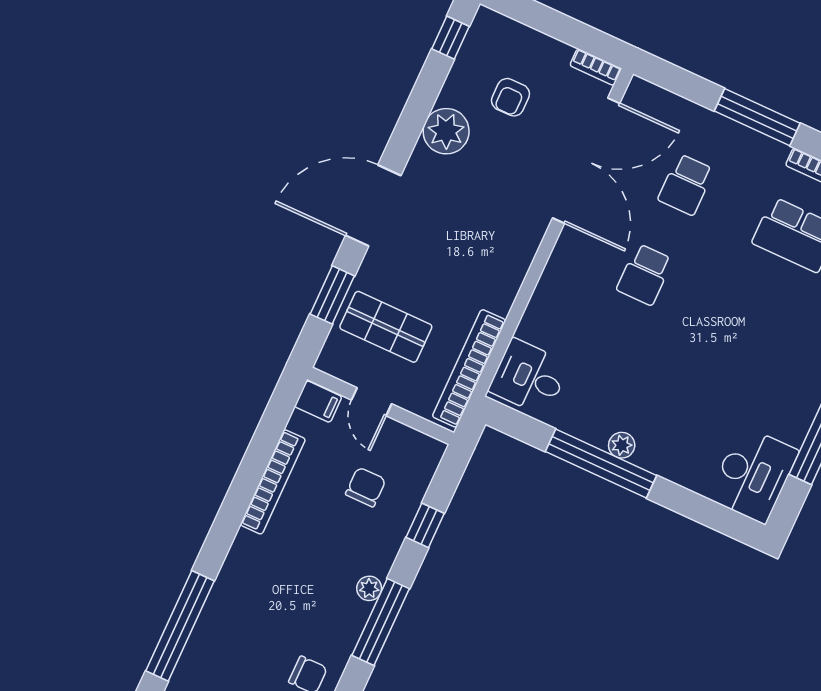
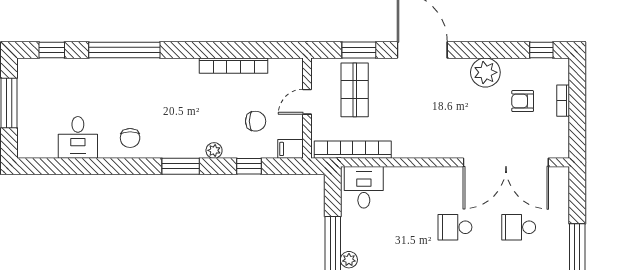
bookcase: (596, 67) -> (563, 101), moved
filing cabinet: (318, 402) -> (290, 149), moved, turned 90
plant: (369, 588) -> (214, 150), moved
window: (381, 622) -> (181, 166), width x0.69

